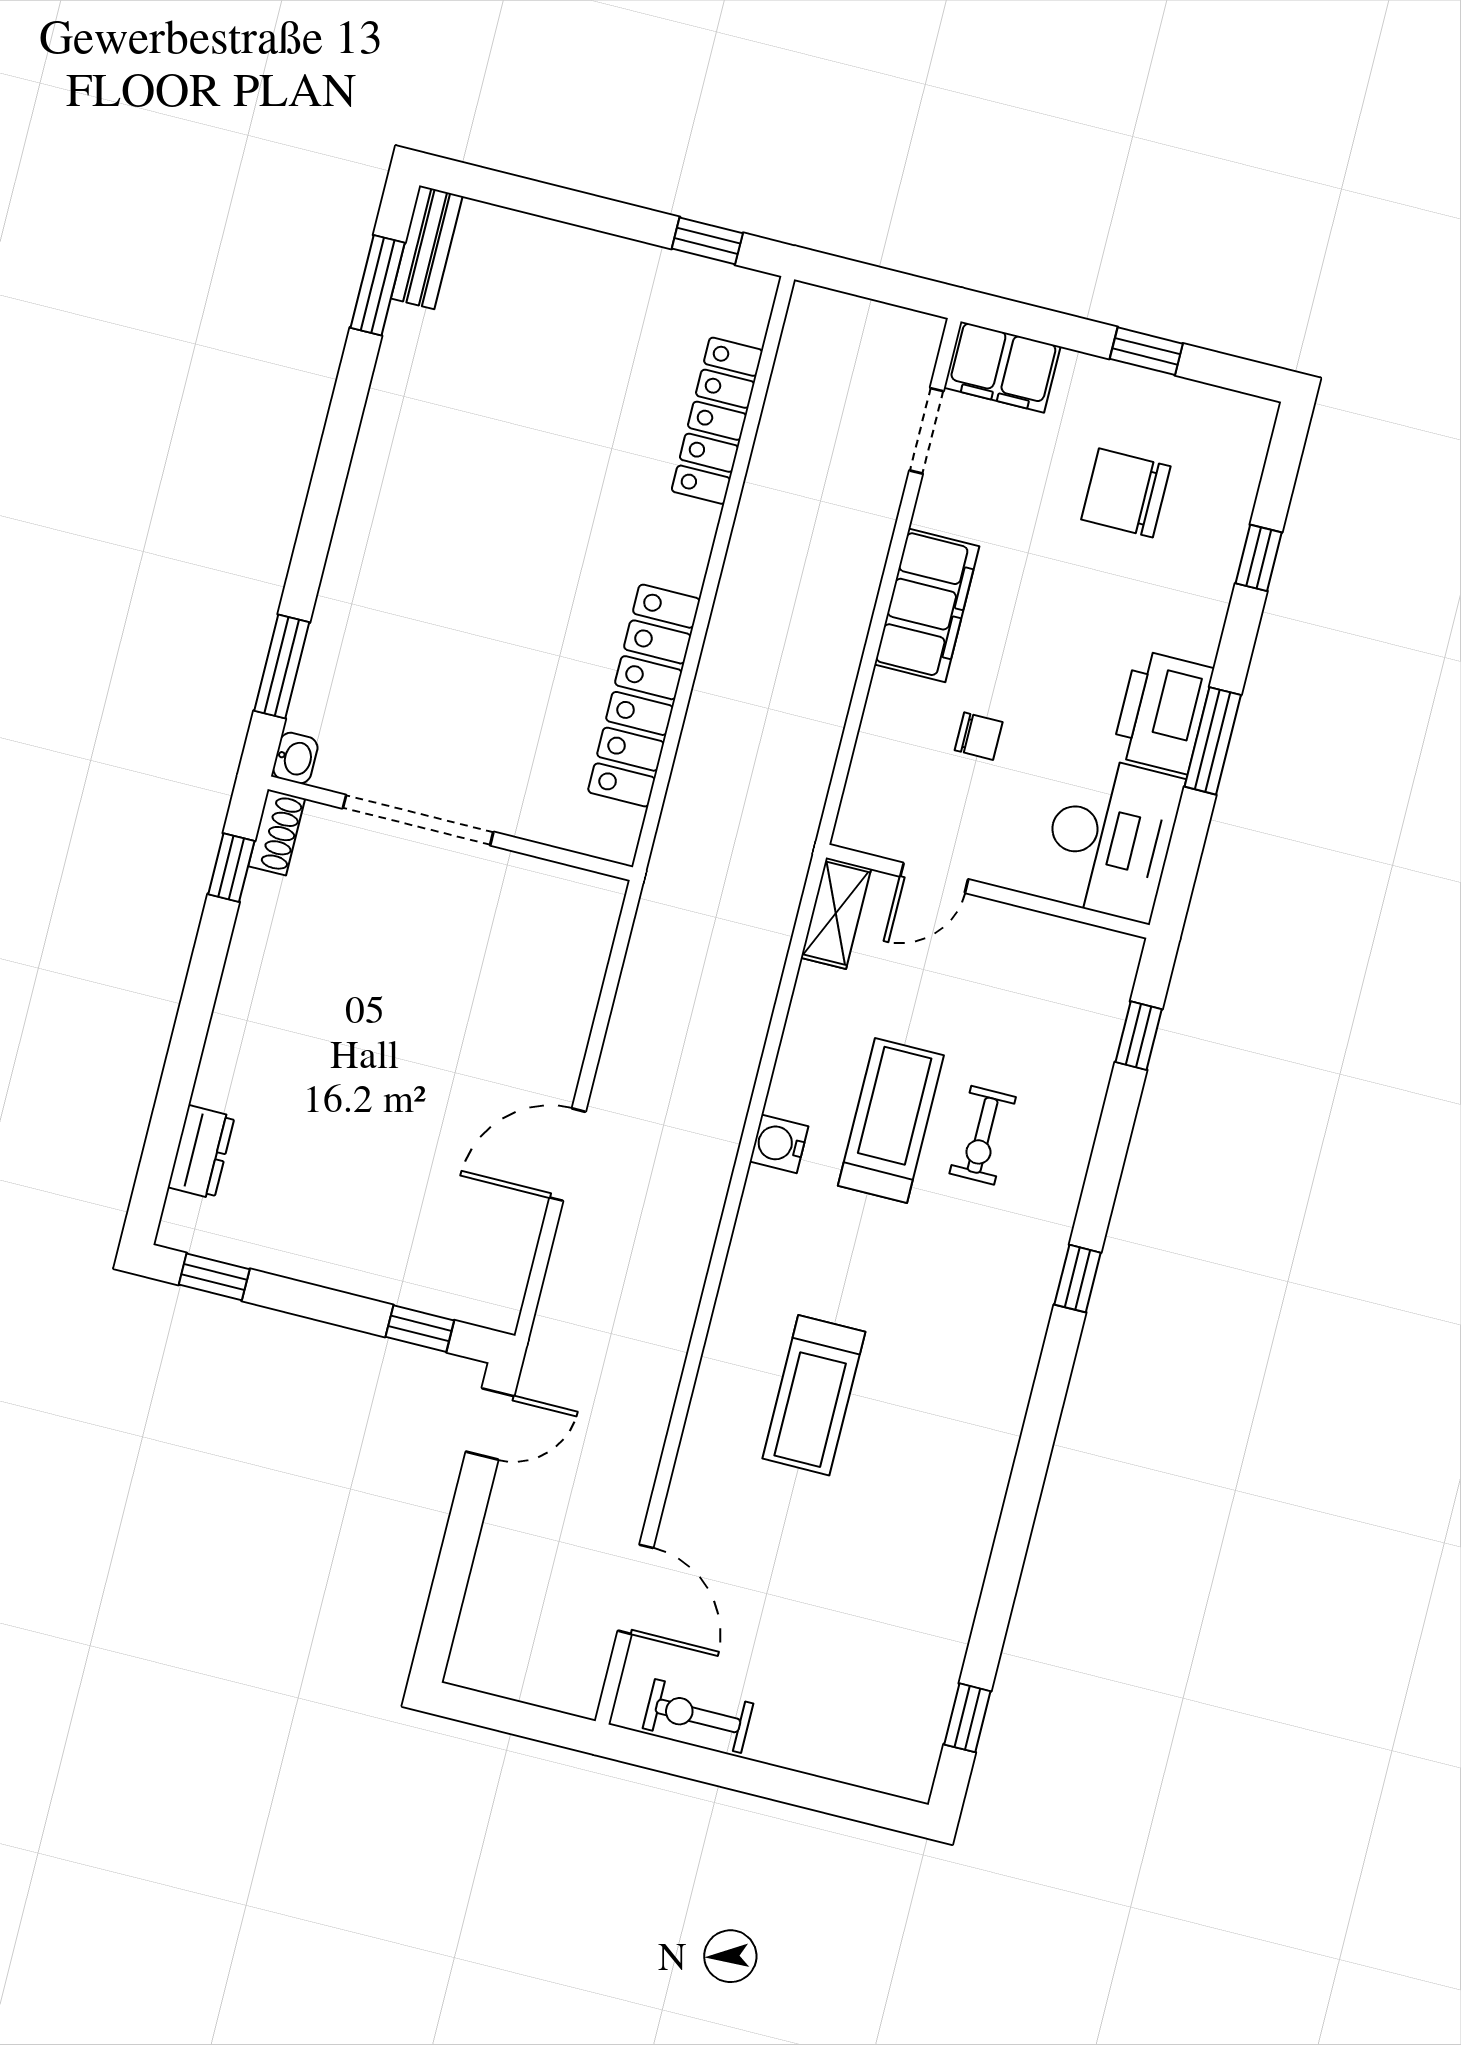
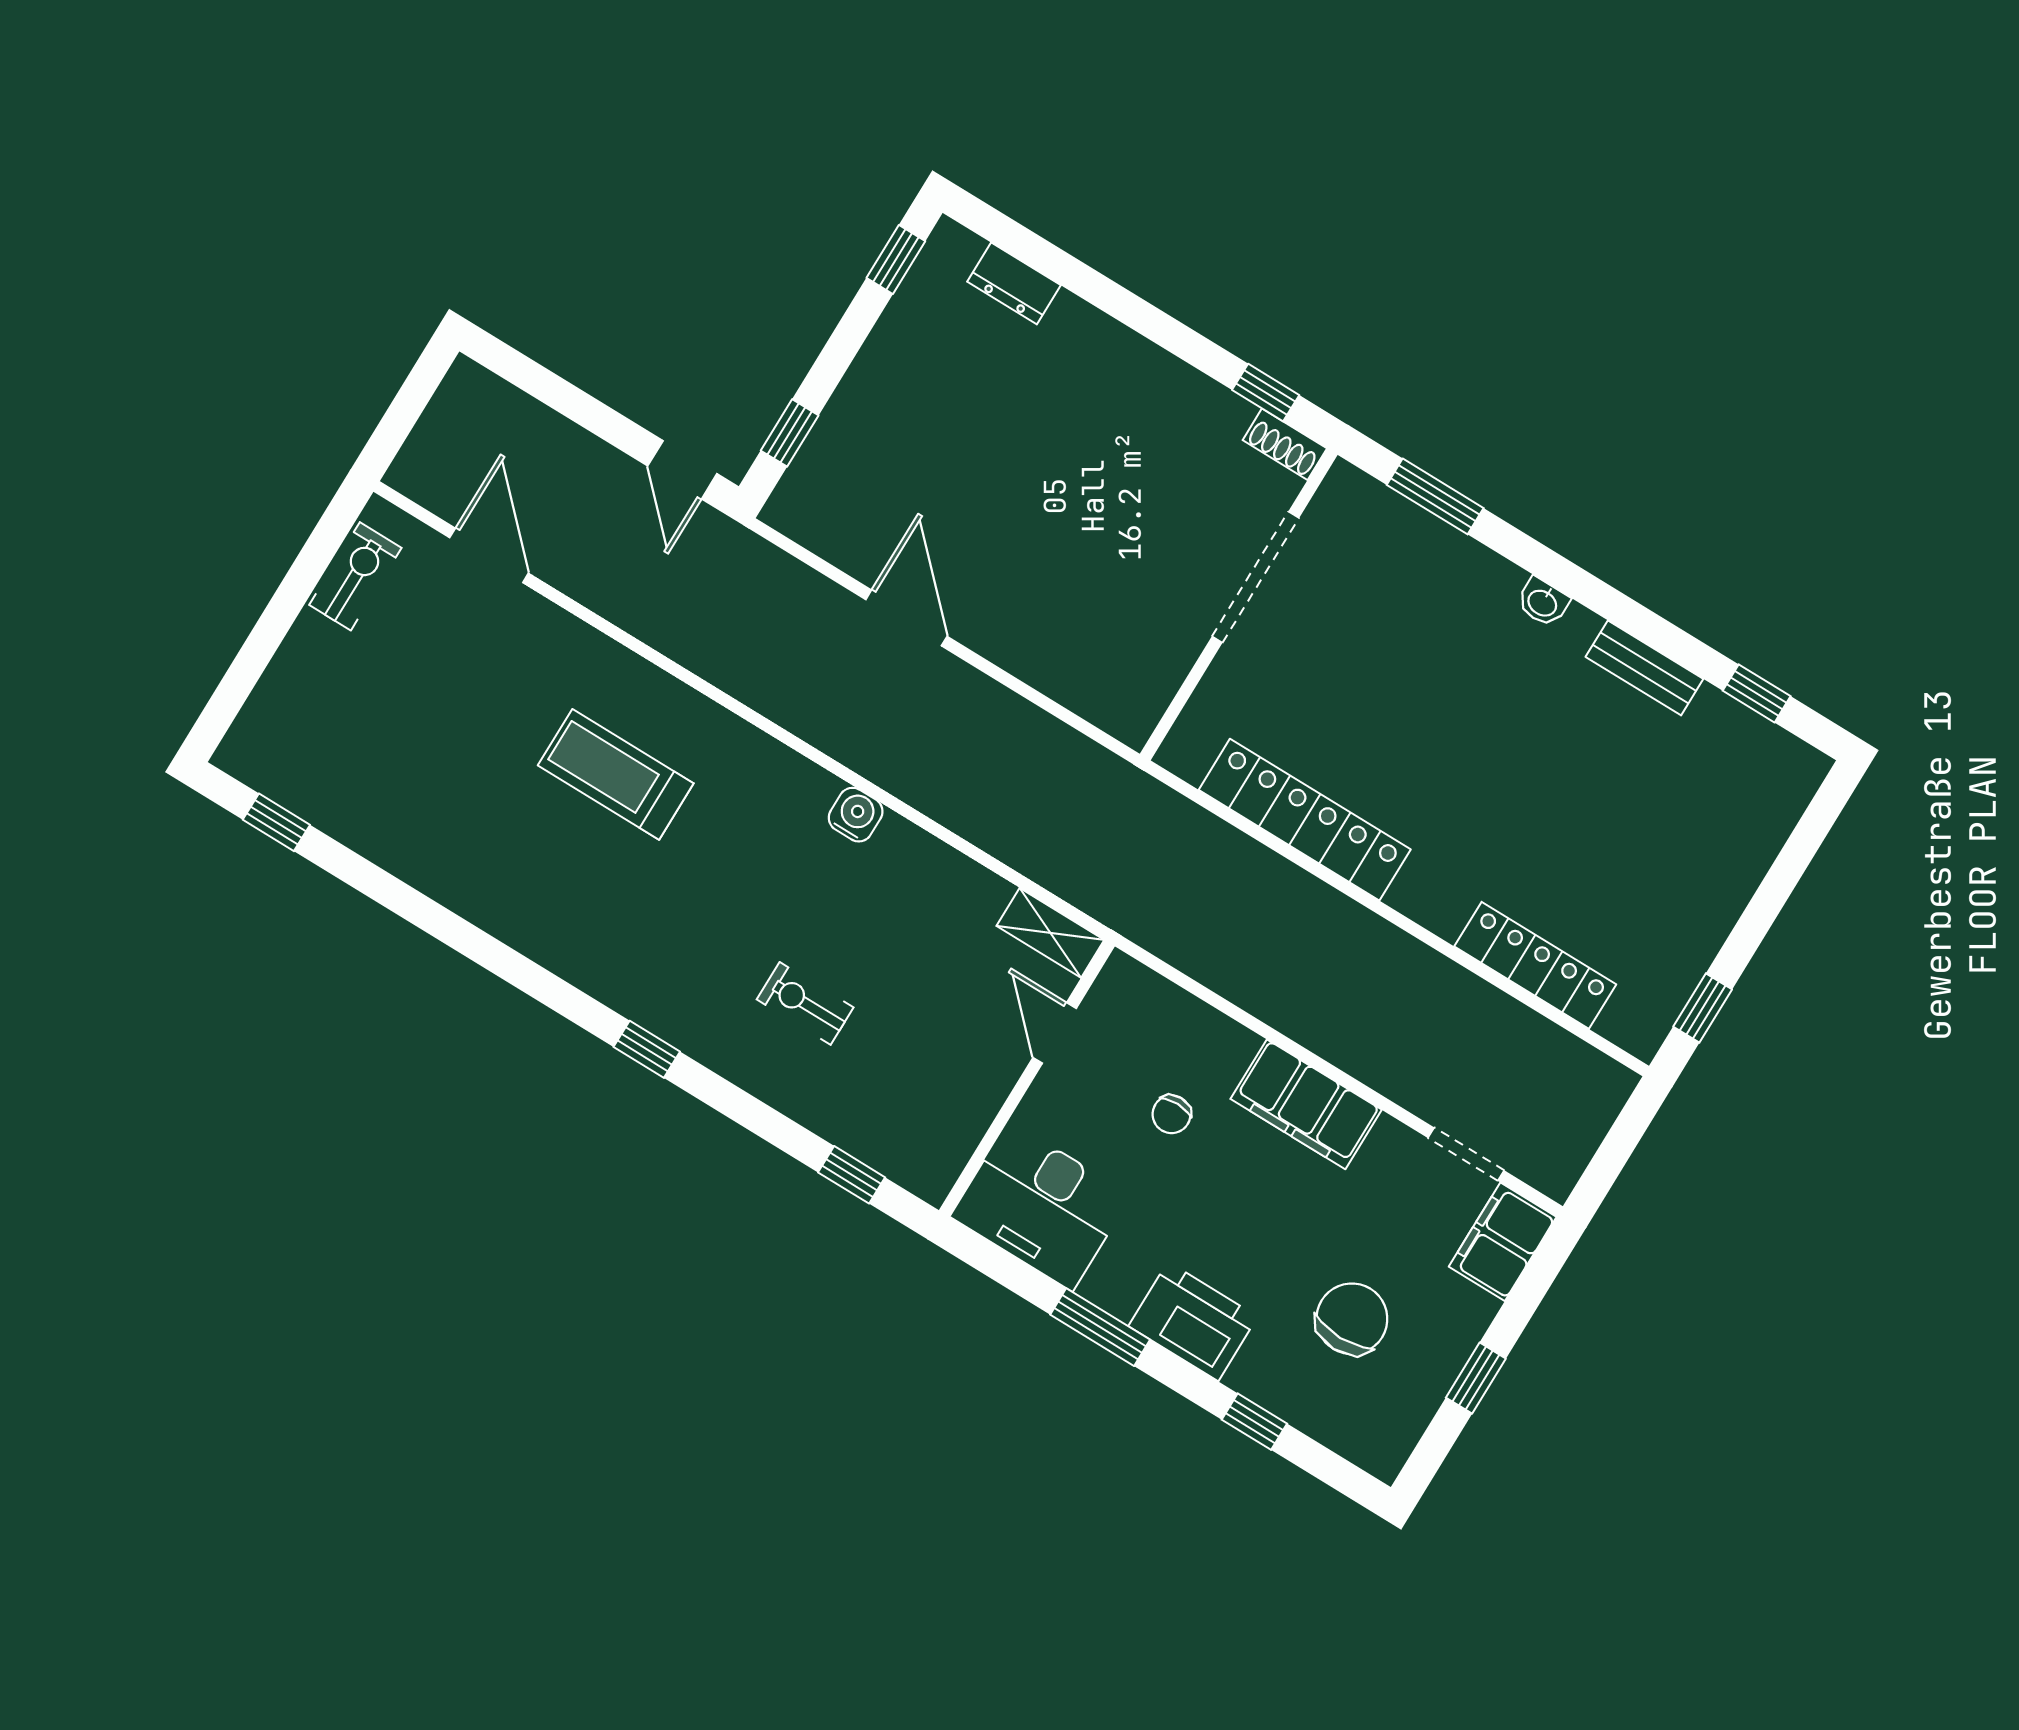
bench: (427, 247) -> (1644, 668), moved
window: (378, 285) -> (1757, 693), width x0.67
printer: (1163, 712) -> (1193, 1321), moved
washbasin: (295, 758) -> (1543, 602), moved
treadmill: (891, 1121) -> (845, 924), removed
door: (635, 1589) -> (489, 555), swing flipped

